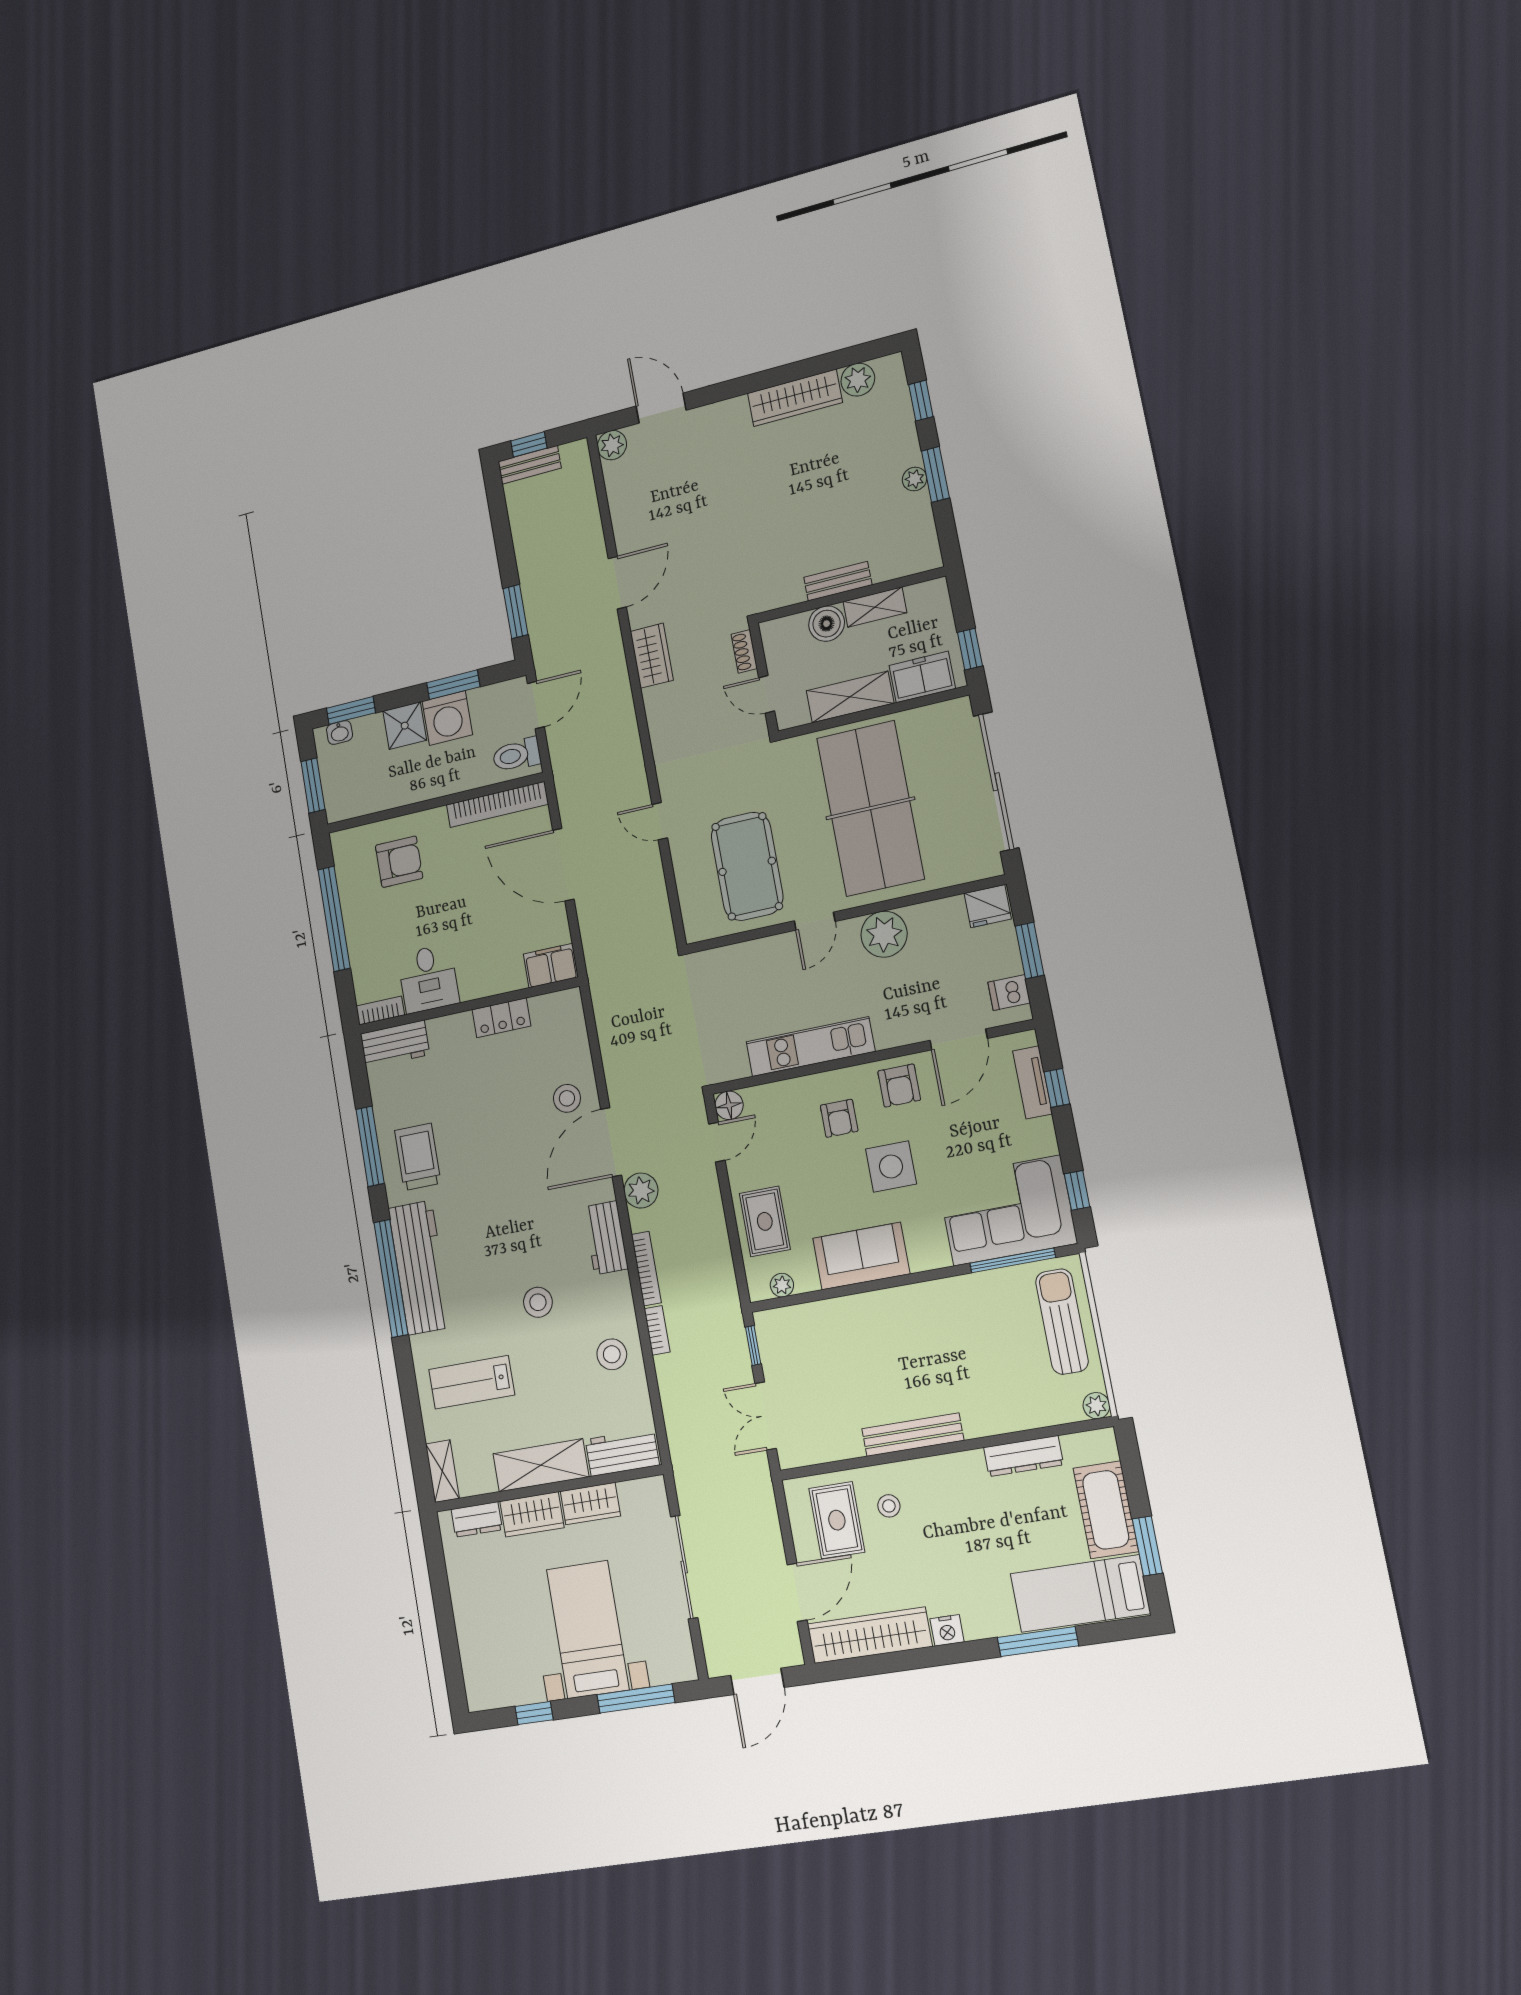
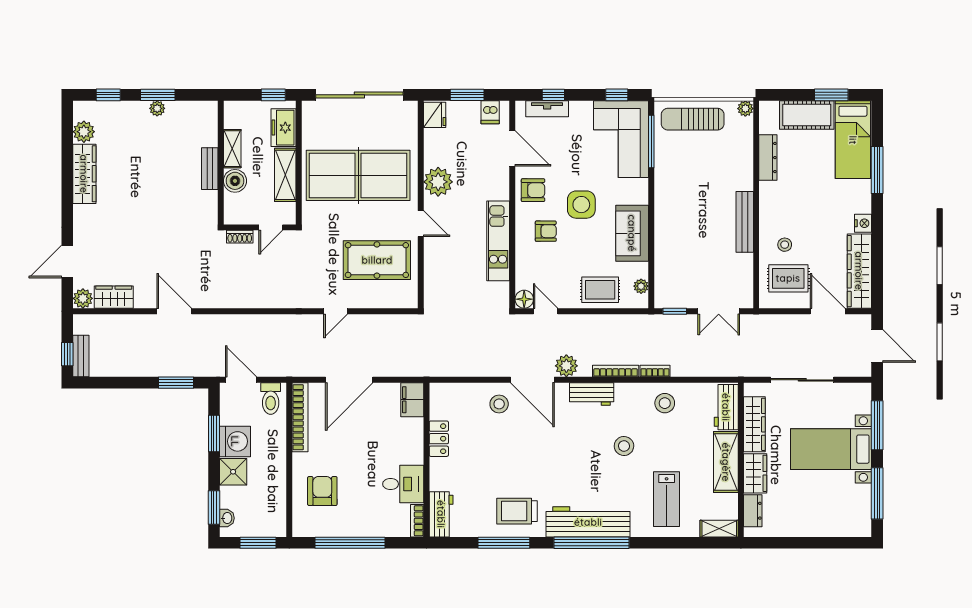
wardrobe: (652, 656) -> (114, 297), moved
wardrobe: (590, 1504) -> (754, 424), width x1.50
window: (534, 1713) -> (877, 493), width x2.17

